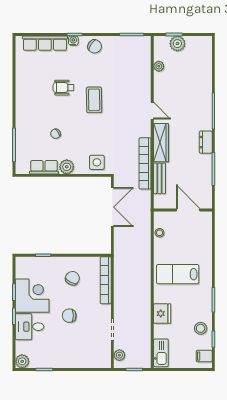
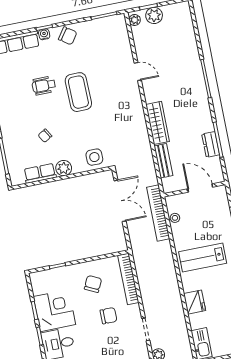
plant: (159, 66) -> (135, 20), moved
coffee table: (94, 100) -> (78, 92), width x1.36, depth x1.32
door: (152, 111) -> (138, 72), moved
dresser: (206, 142) -> (211, 144), moved
bookcase: (145, 163) -> (158, 213), moved
chair: (69, 316) -> (108, 316), moved, turned 180

